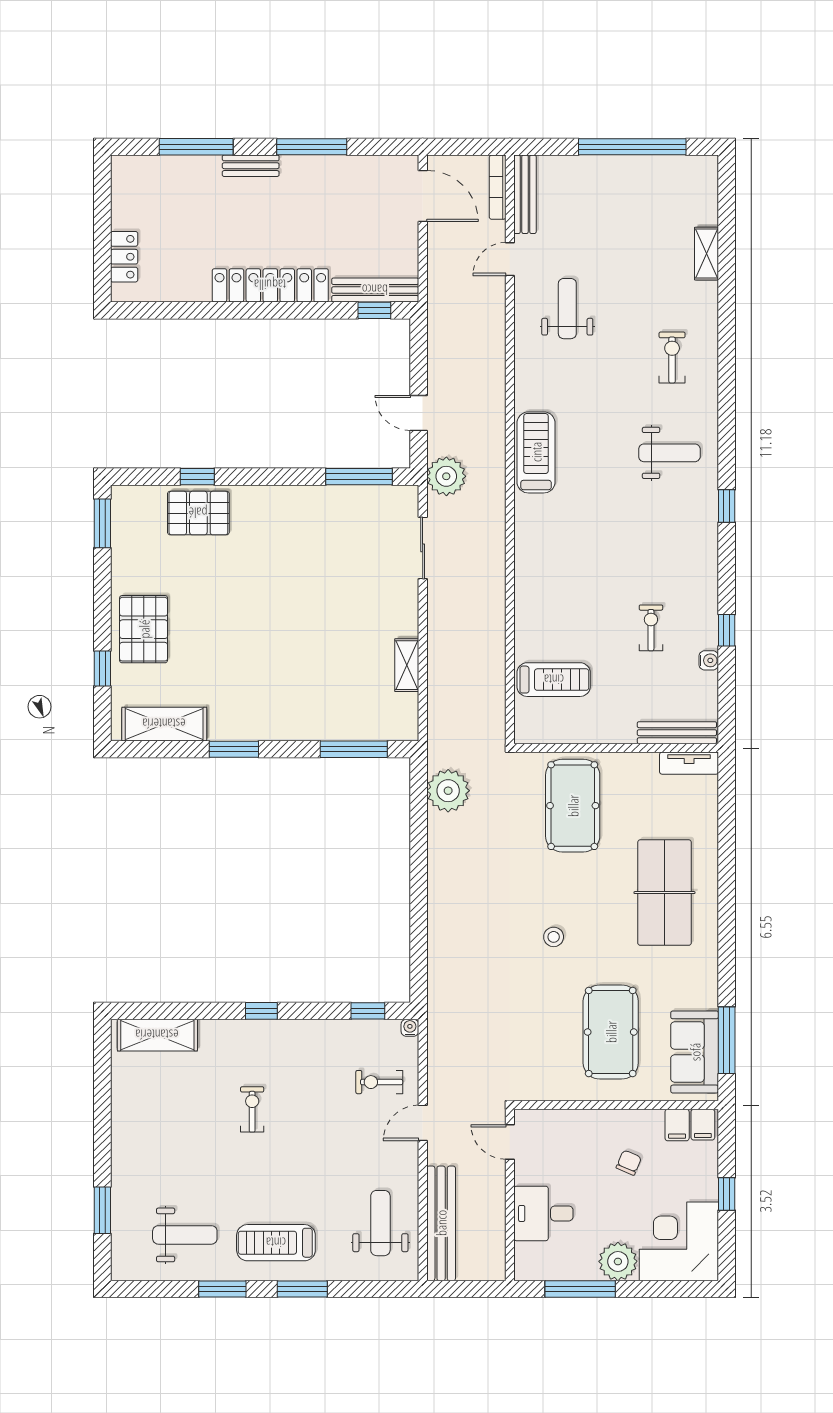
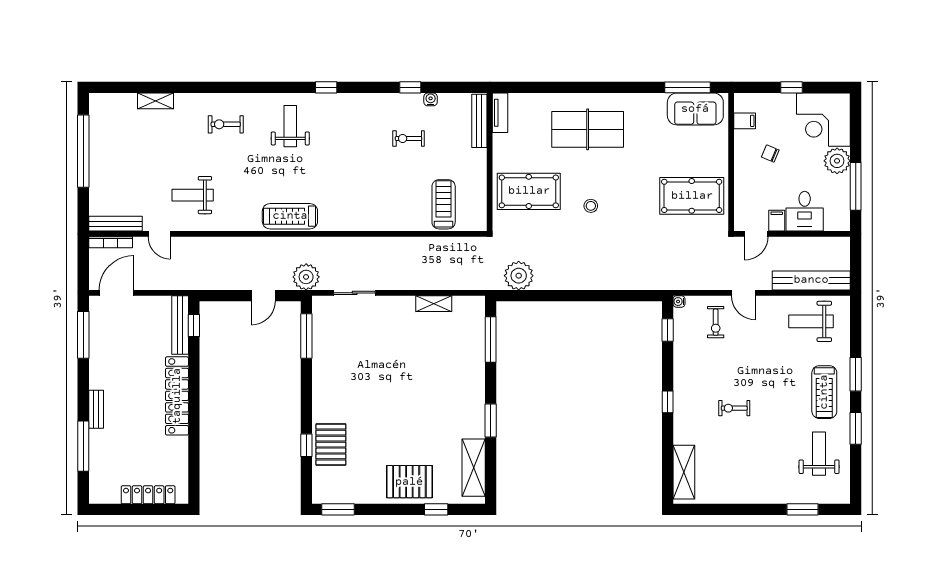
window: (312, 147) -> (83, 335), moved
locker: (124, 257) -> (148, 495), width x1.53
stool: (554, 937) -> (591, 206), moved
pool table: (611, 1032) -> (692, 196), moved
filing cabinet: (703, 1125) -> (777, 221), moved, turned -90

